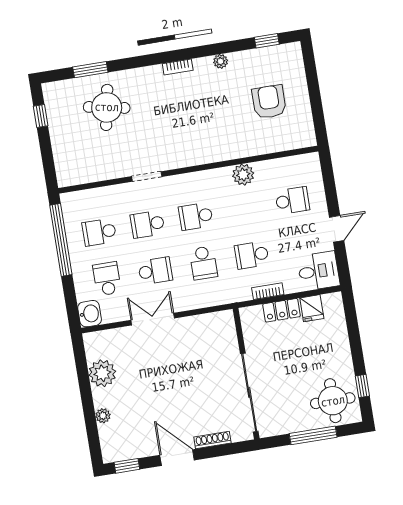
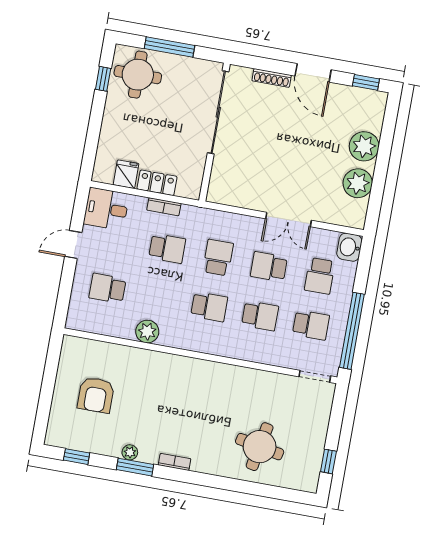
window: (90, 70) -> (135, 467), moved
doorway: (147, 177) -> (315, 376), moved
plant: (103, 416) -> (364, 146), width x1.87, depth x1.87

